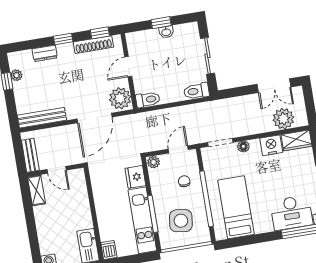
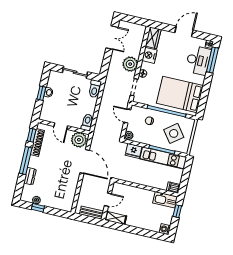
window: (63, 39) -> (26, 160), width x2.17
bench: (42, 118) -> (70, 195), removed
plant: (283, 119) -> (130, 64), moved
bed: (236, 207) -> (180, 94), width x1.50
side table: (181, 221) -> (174, 133), turned 45

